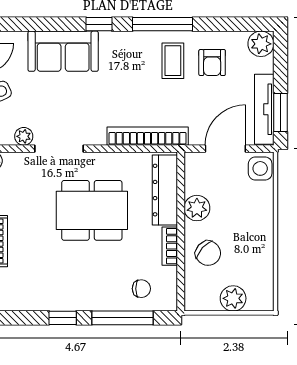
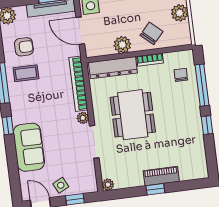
plant: (24, 136) -> (83, 118), moved

